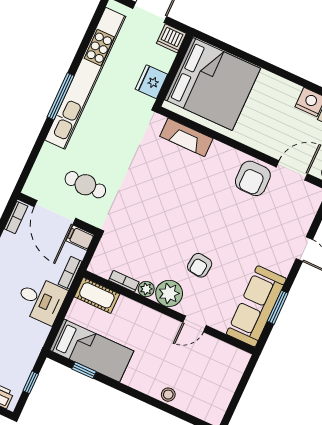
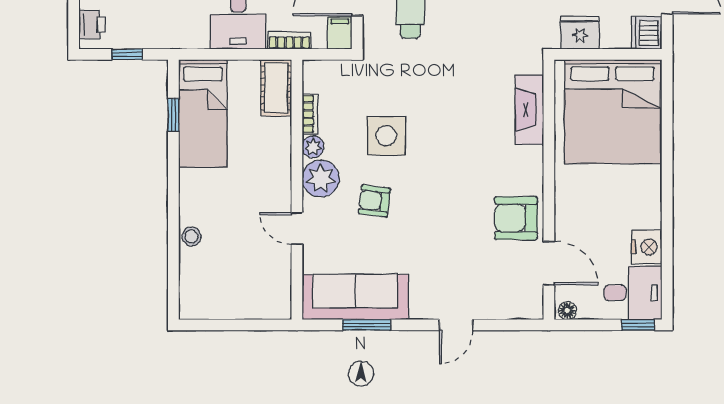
side table: (161, 238) -> (386, 136), added

